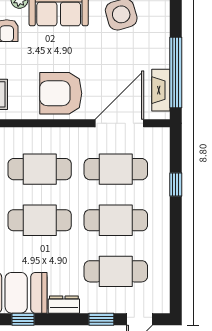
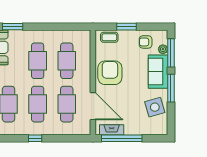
window: (176, 185) -> (35, 138), moved

